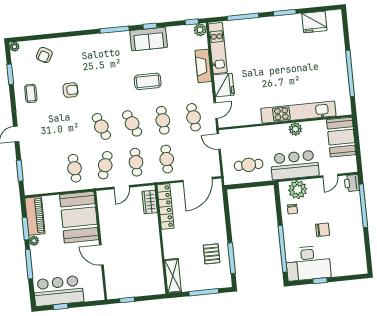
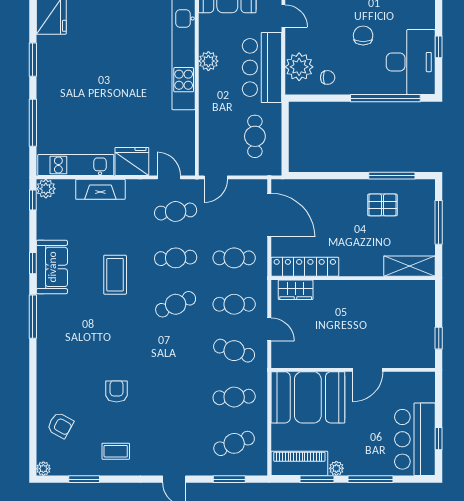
cafe table: (101, 126) -> (234, 443), moved

